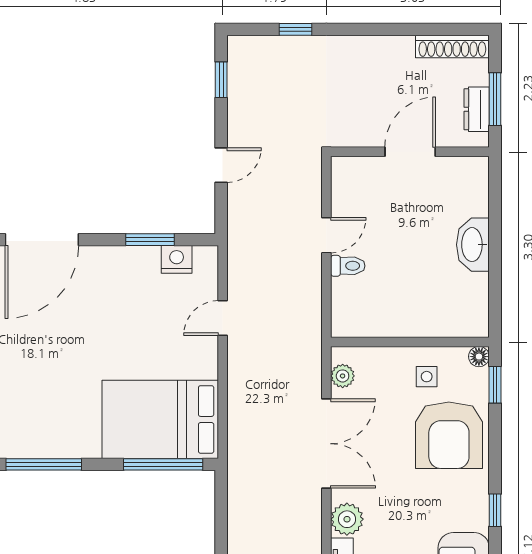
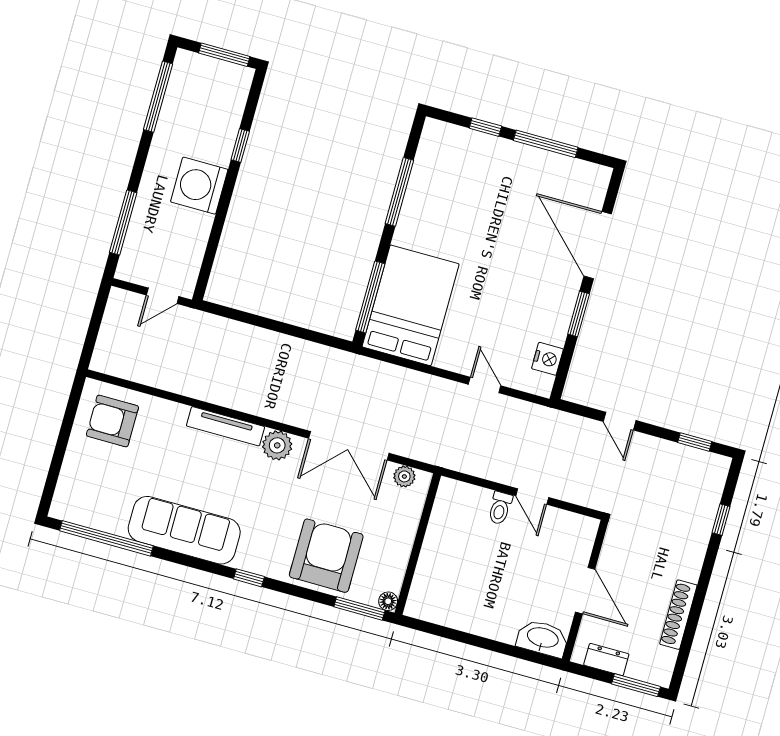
shoe rack: (452, 46) -> (678, 615), moved
window: (495, 99) -> (636, 685), moved
window: (150, 240) -> (579, 314), moved
washbasin: (473, 245) -> (543, 638), moved
side table: (427, 377) -> (383, 550), removed
window: (495, 385) -> (359, 608), width x1.50
armchair: (449, 435) -> (326, 556), turned 90

